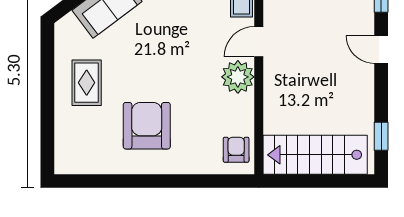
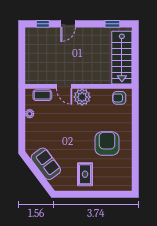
rug: (87, 83) -> (85, 174), turned 90
armchair: (147, 126) -> (107, 143), turned 90

